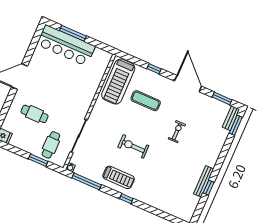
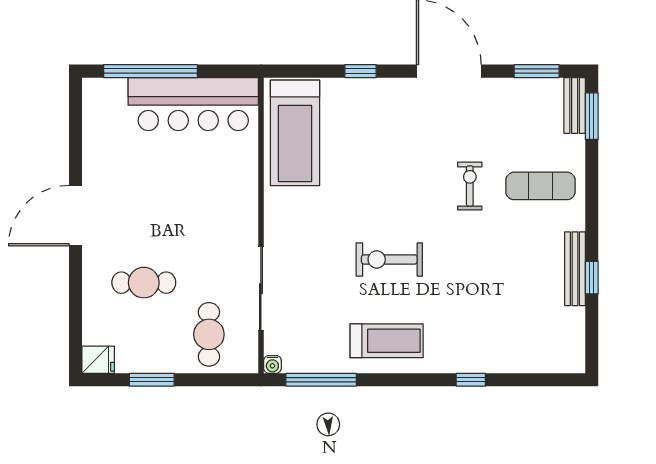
window: (73, 33) -> (150, 71), width x1.46
bar counter: (66, 45) -> (193, 104), moved
exercise mat: (146, 101) -> (540, 186), moved
window: (38, 160) -> (152, 380), moved
window: (126, 199) -> (471, 380), moved

